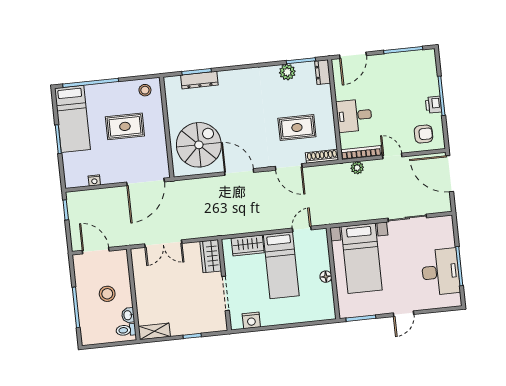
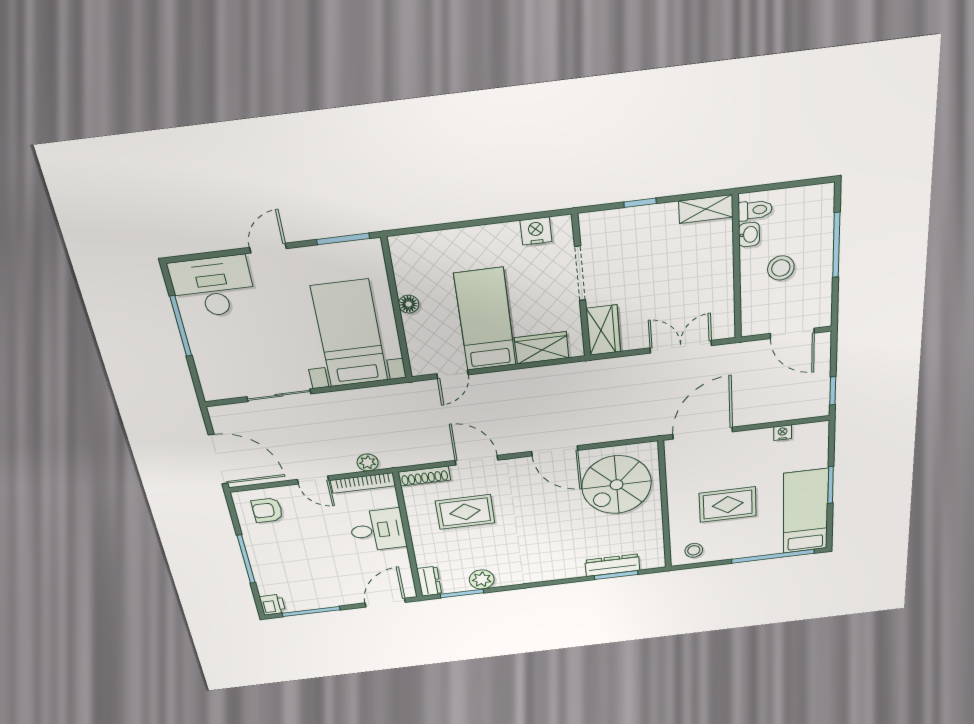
printer: (433, 105) -> (272, 605), moved
desk: (440, 272) -> (213, 287), moved, turned 90

